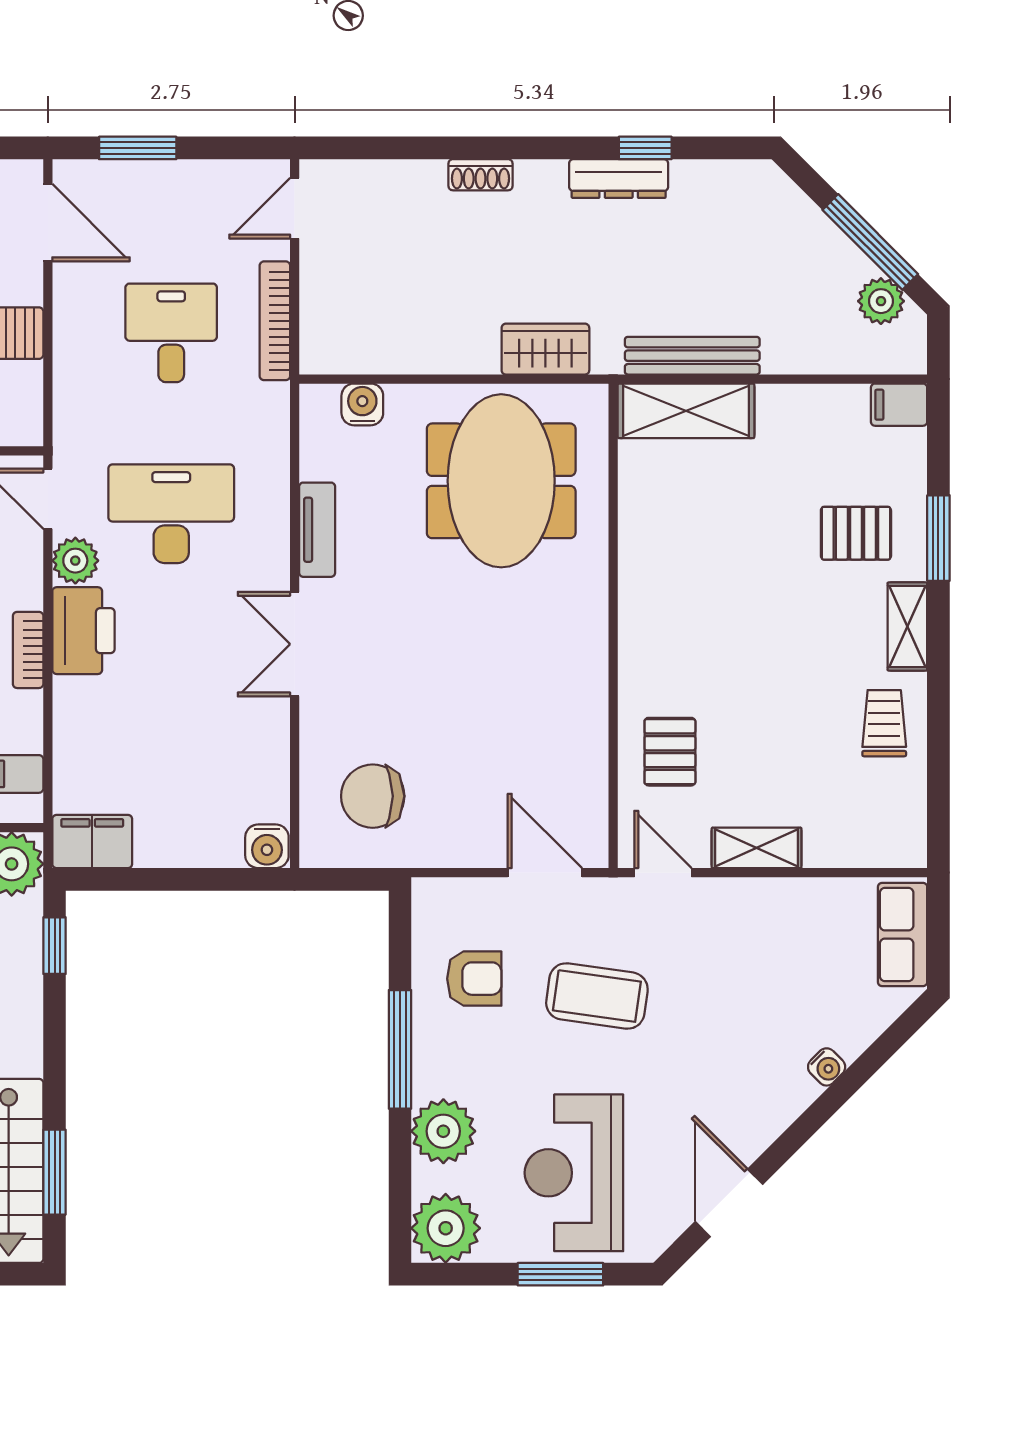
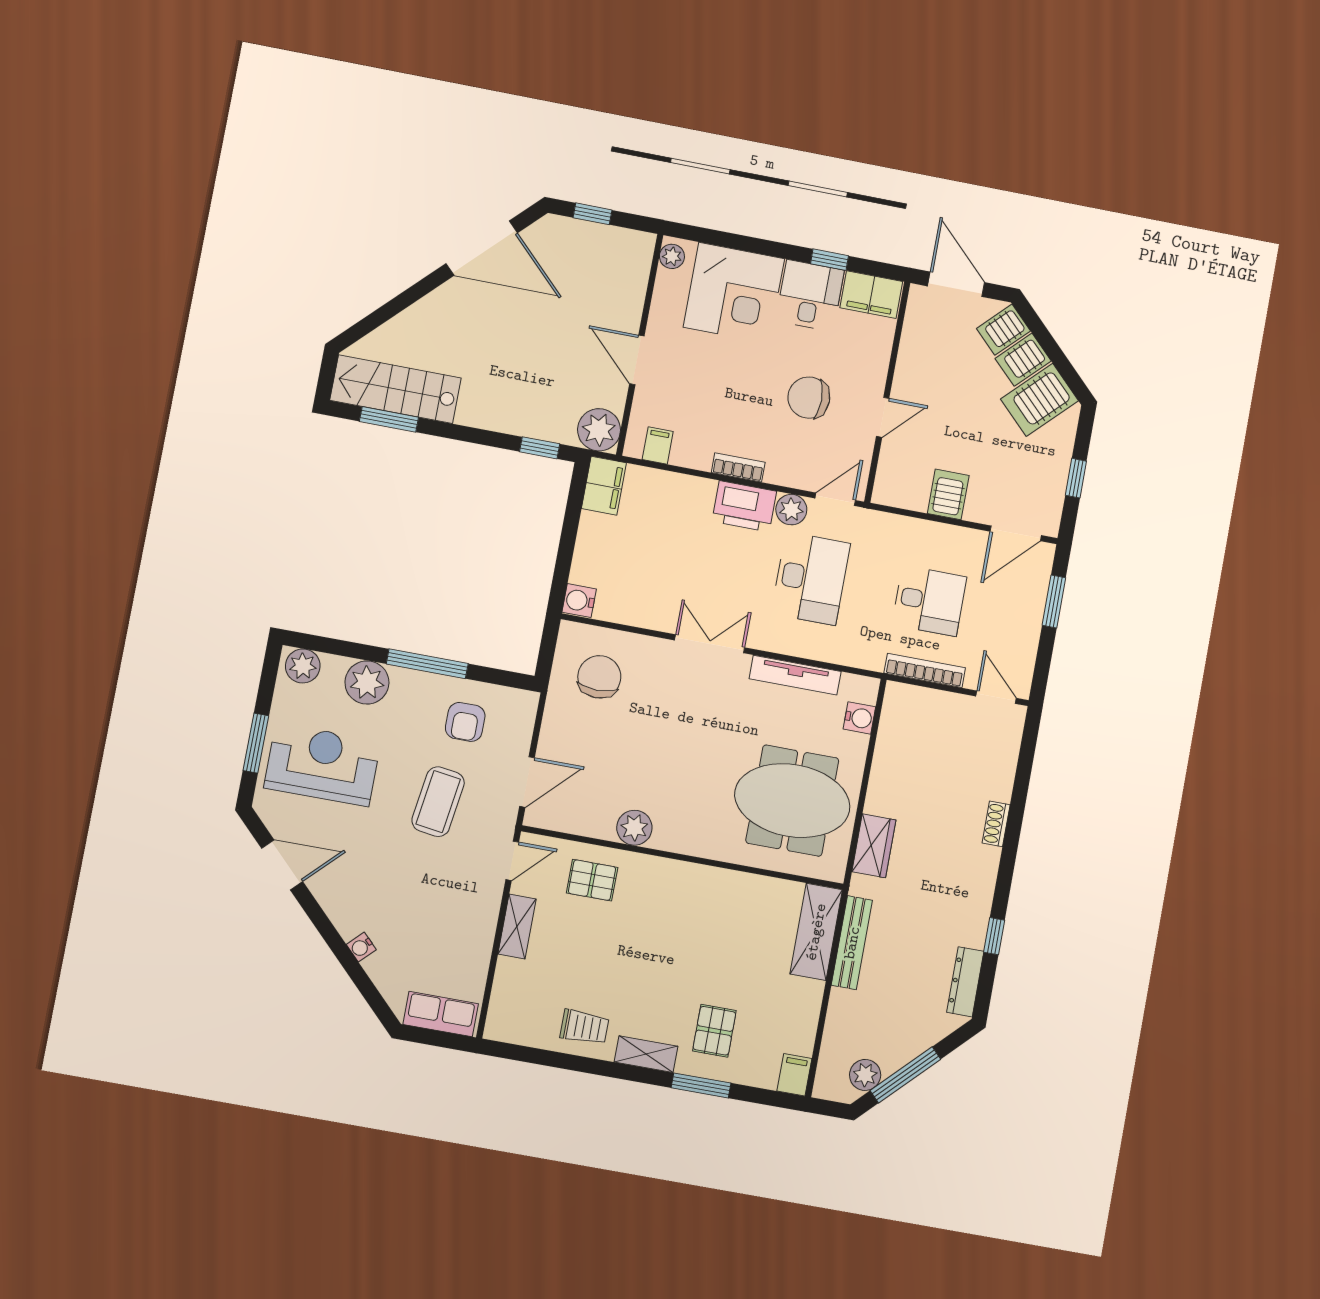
dresser: (619, 179) -> (965, 982), moved
tv unit: (317, 530) -> (795, 675), width x1.41
plant: (583, 704) -> (634, 828), added
plant: (446, 1228) -> (303, 666), width x0.73, depth x0.73

